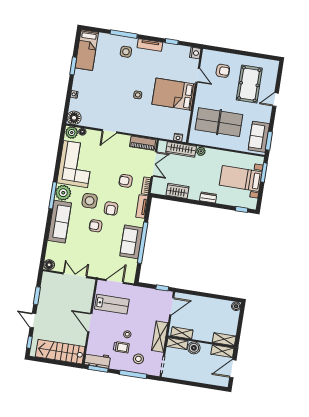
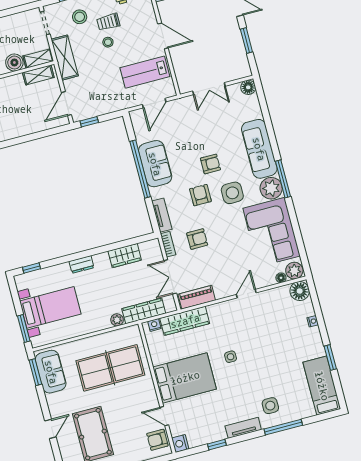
armchair: (223, 71) -> (157, 440), moved
wardrobe: (157, 131) -> (185, 321), added

